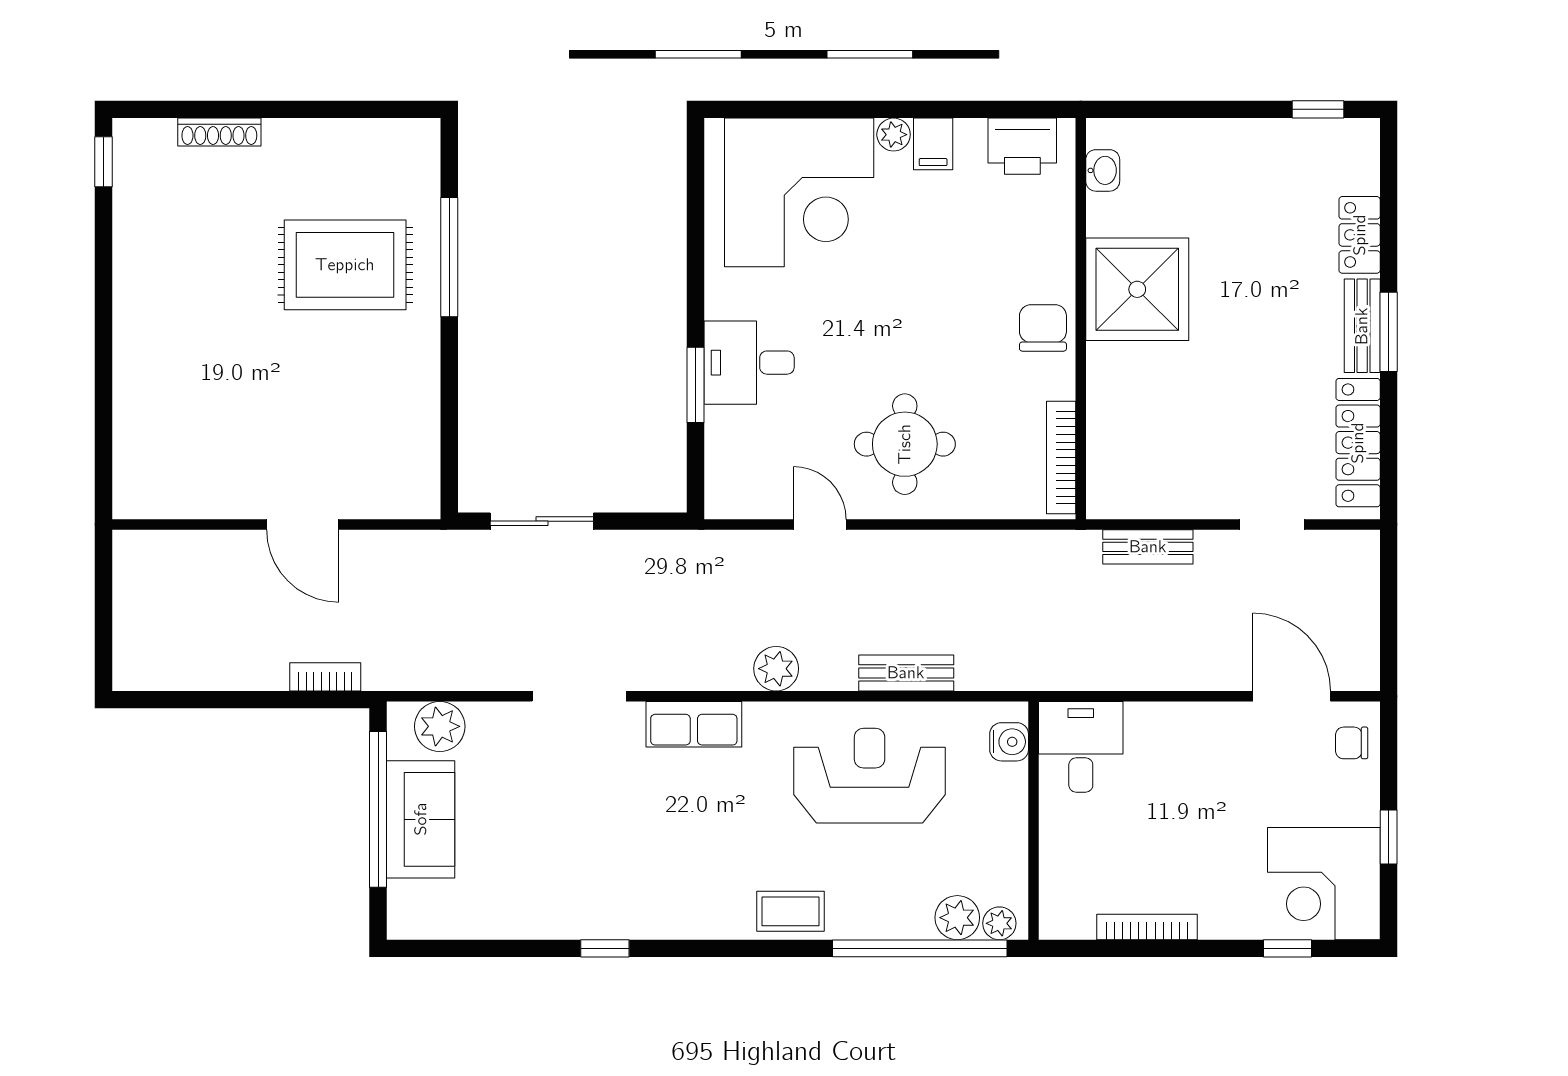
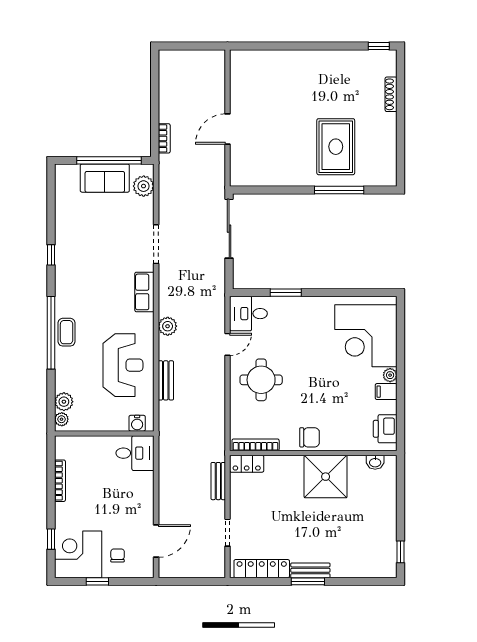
locker: (1360, 235) -> (247, 464), moved, turned 180
desk: (749, 363) -> (248, 314), moved, turned -90
sliding door: (542, 521) -> (229, 229), width x1.37
chair: (1352, 743) -> (118, 555), moved
window: (920, 948) -> (51, 333), moved

